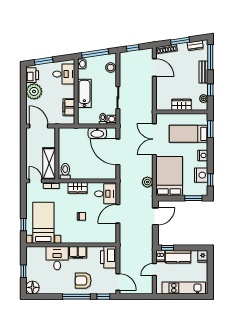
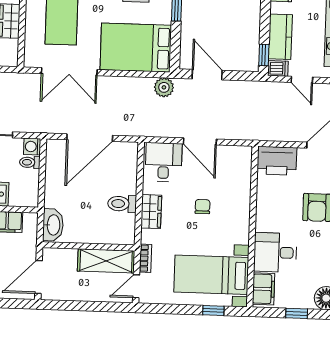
washbasin: (97, 133) -> (53, 225), moved
toilet: (65, 171) -> (122, 204), moved
plant: (147, 182) -> (164, 87), moved
filing cabinet: (78, 252) -> (264, 289), moved

